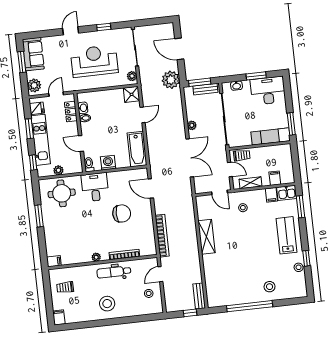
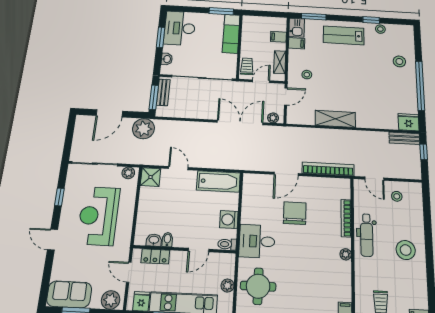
plant: (192, 125) -> (273, 118), moved
door: (151, 189) -> (286, 174), moved
fridge: (214, 299) -> (409, 122), added

